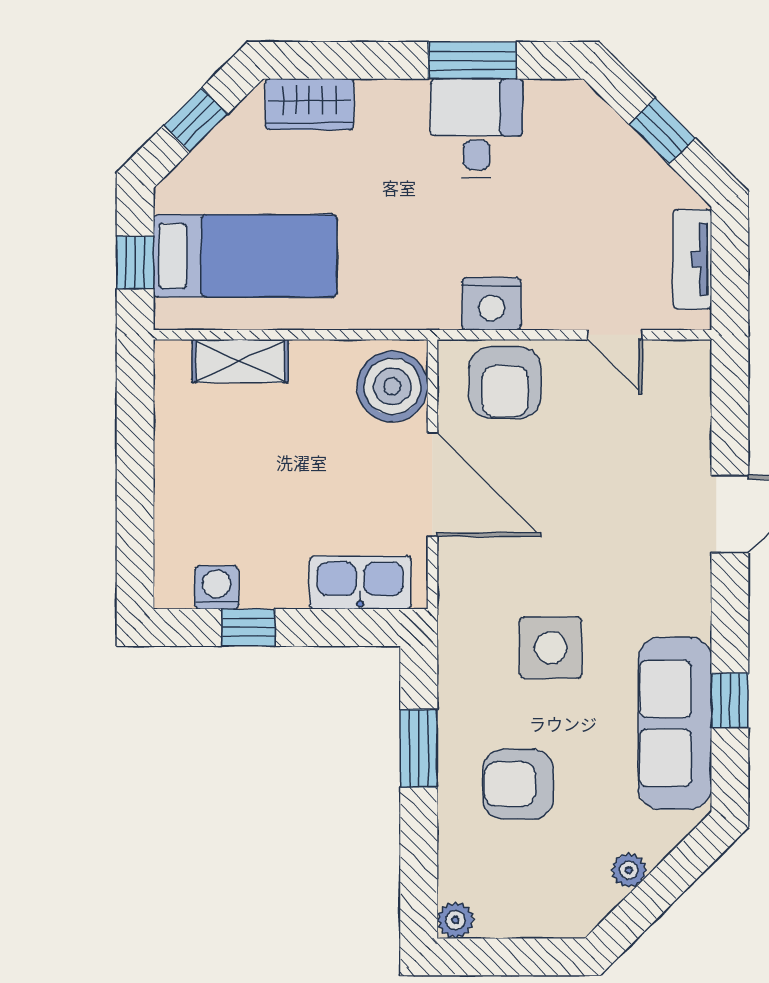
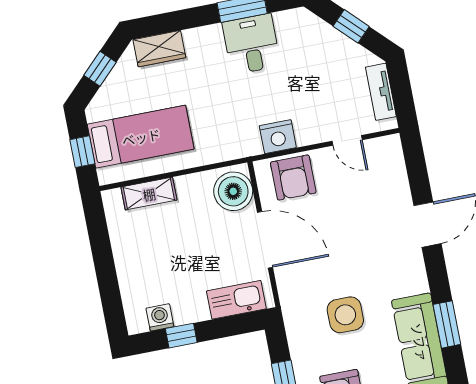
window: (730, 700) -> (447, 324), width x1.50

